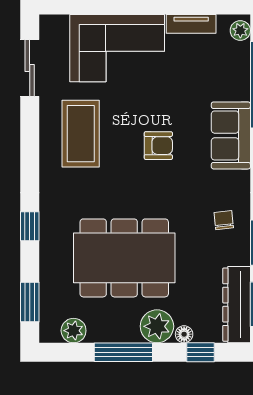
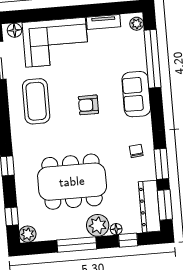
floor lamp: (57, 25) -> (14, 30), added
armchair: (158, 146) -> (88, 105), turned 180
window: (30, 302) -> (12, 216), width x0.67
plant: (74, 331) -> (28, 234), moved

